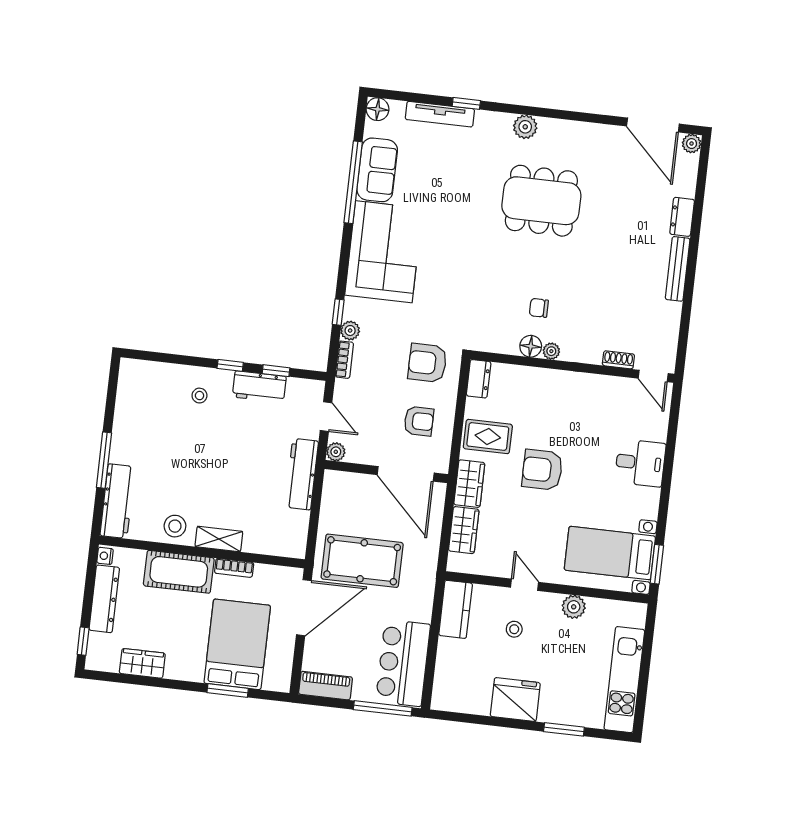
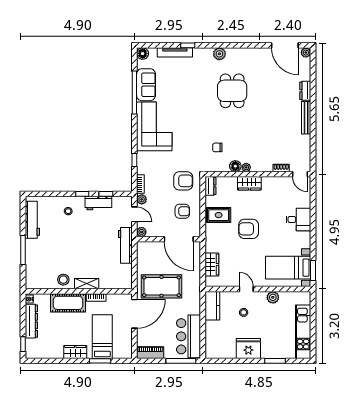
dining table: (541, 201) -> (232, 91), width x0.73
chair: (539, 308) -> (217, 147), moved
plant: (350, 331) -> (142, 199), moved
armchair: (427, 363) -> (183, 181), turned 180
wardrobe: (469, 484) -> (249, 183), moved, turned 90
workbench: (117, 501) -> (32, 220), moved
bed: (237, 644) -> (102, 337), width x0.67
wardrobe: (142, 663) -> (75, 352), moved

